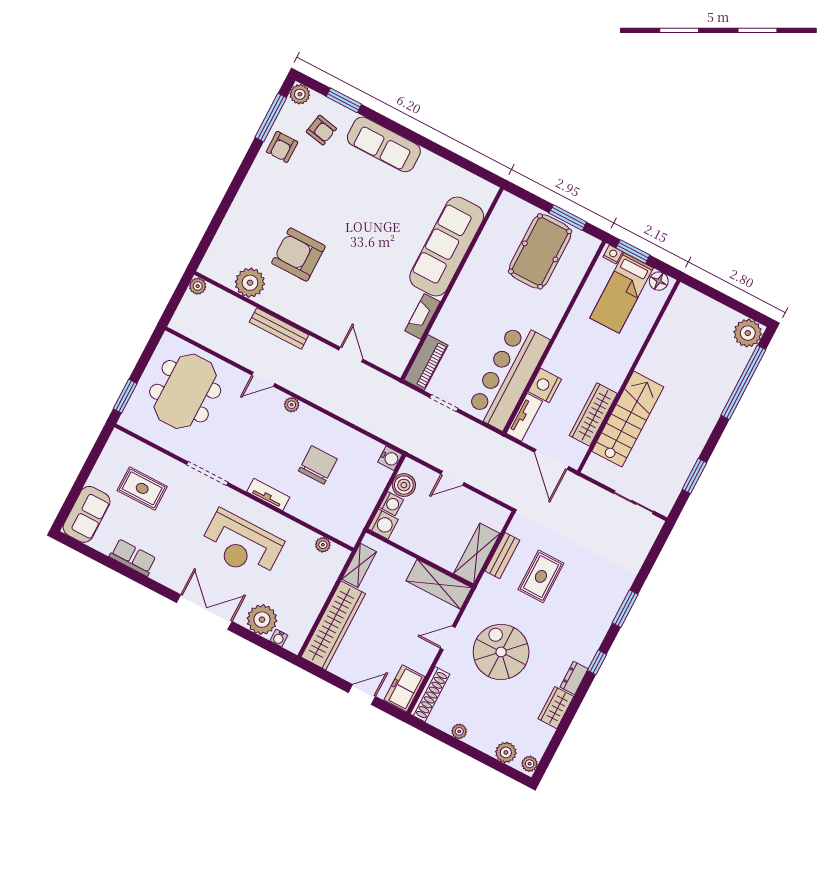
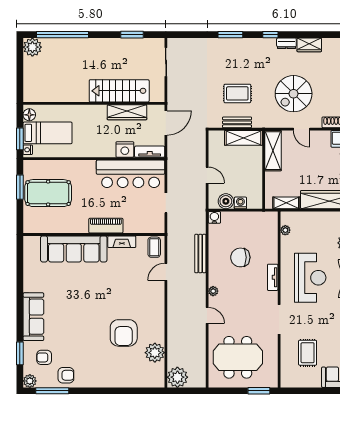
armchair: (321, 130) -> (44, 357), turned -101
plant: (198, 286) -> (177, 377), width x1.87, depth x1.87
bench: (279, 328) -> (200, 254), moved
coffee table: (392, 356) -> (154, 247), added
piano: (426, 363) -> (106, 226), moved
washing machine: (383, 524) -> (255, 201), removed

